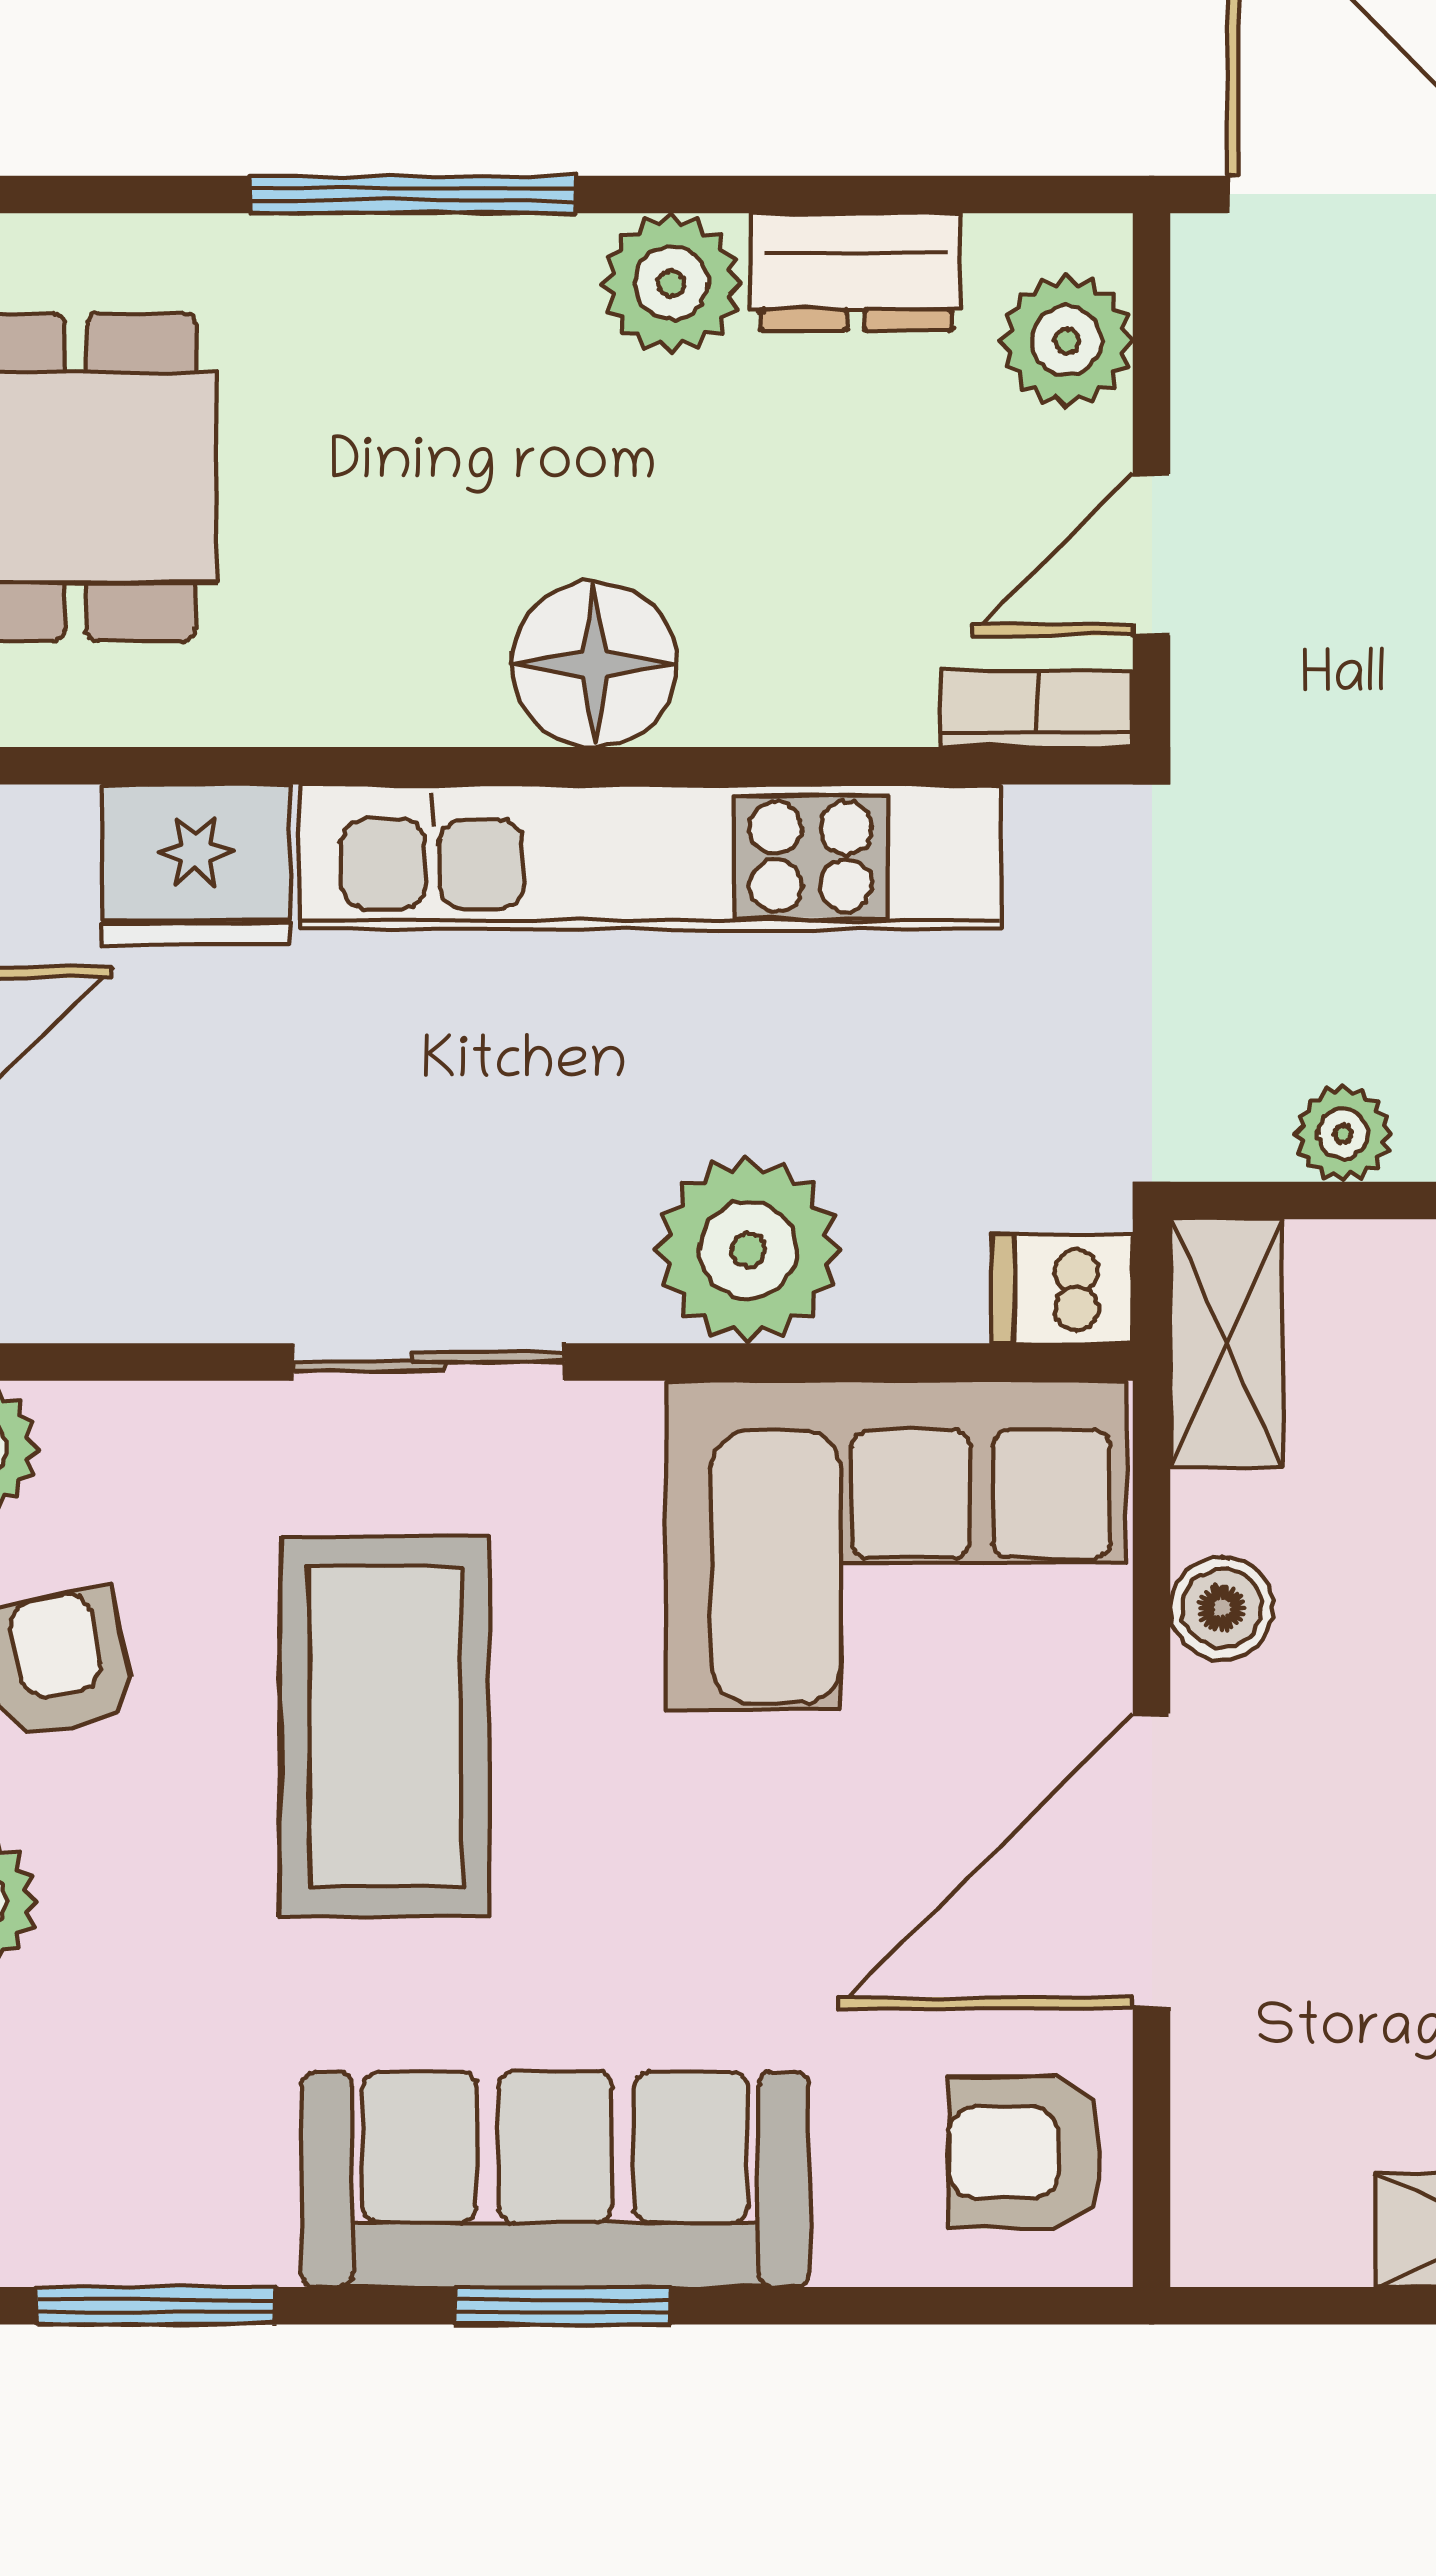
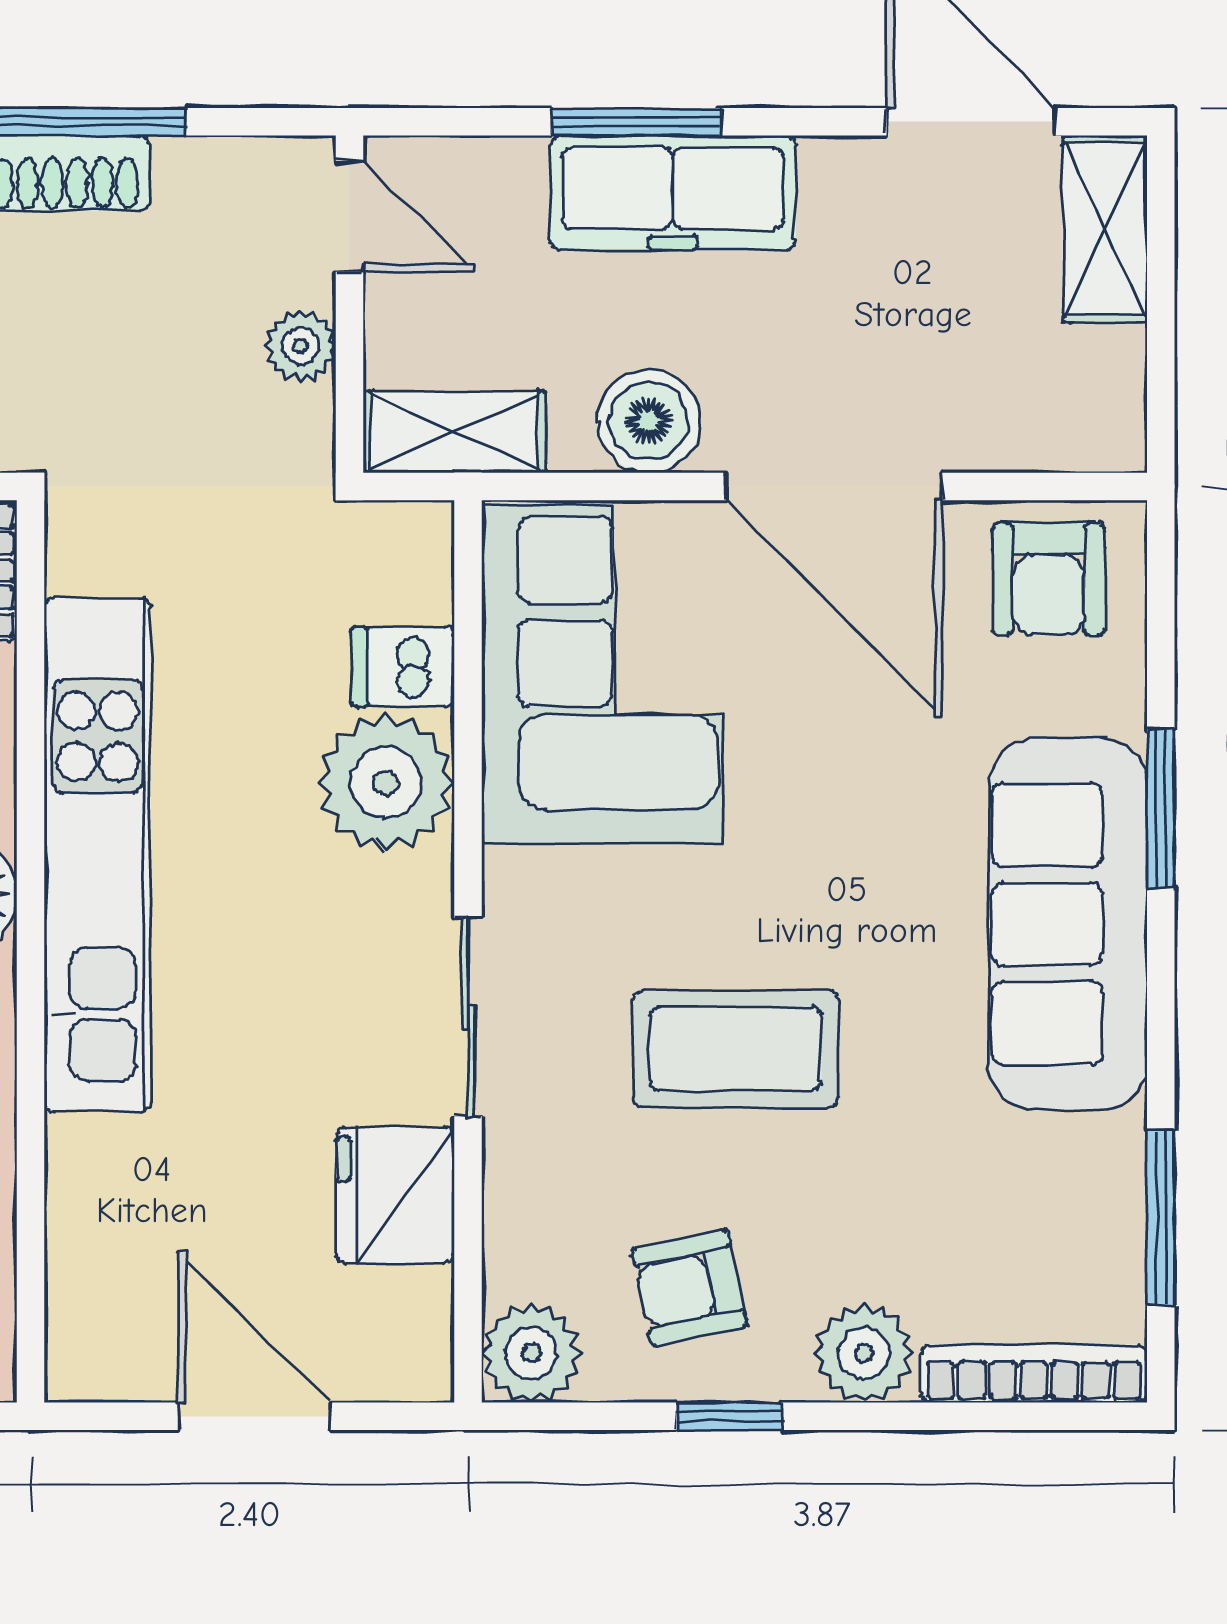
fridge: (196, 865) -> (395, 1195), moved, turned 180
dishwasher: (1063, 1289) -> (403, 667), moved, turned 90
boiler: (1222, 1608) -> (649, 421), width x1.36, depth x1.36
coffee table: (385, 1726) -> (736, 1049), width x0.73, depth x0.76
window: (563, 2306) -> (1161, 809), moved

